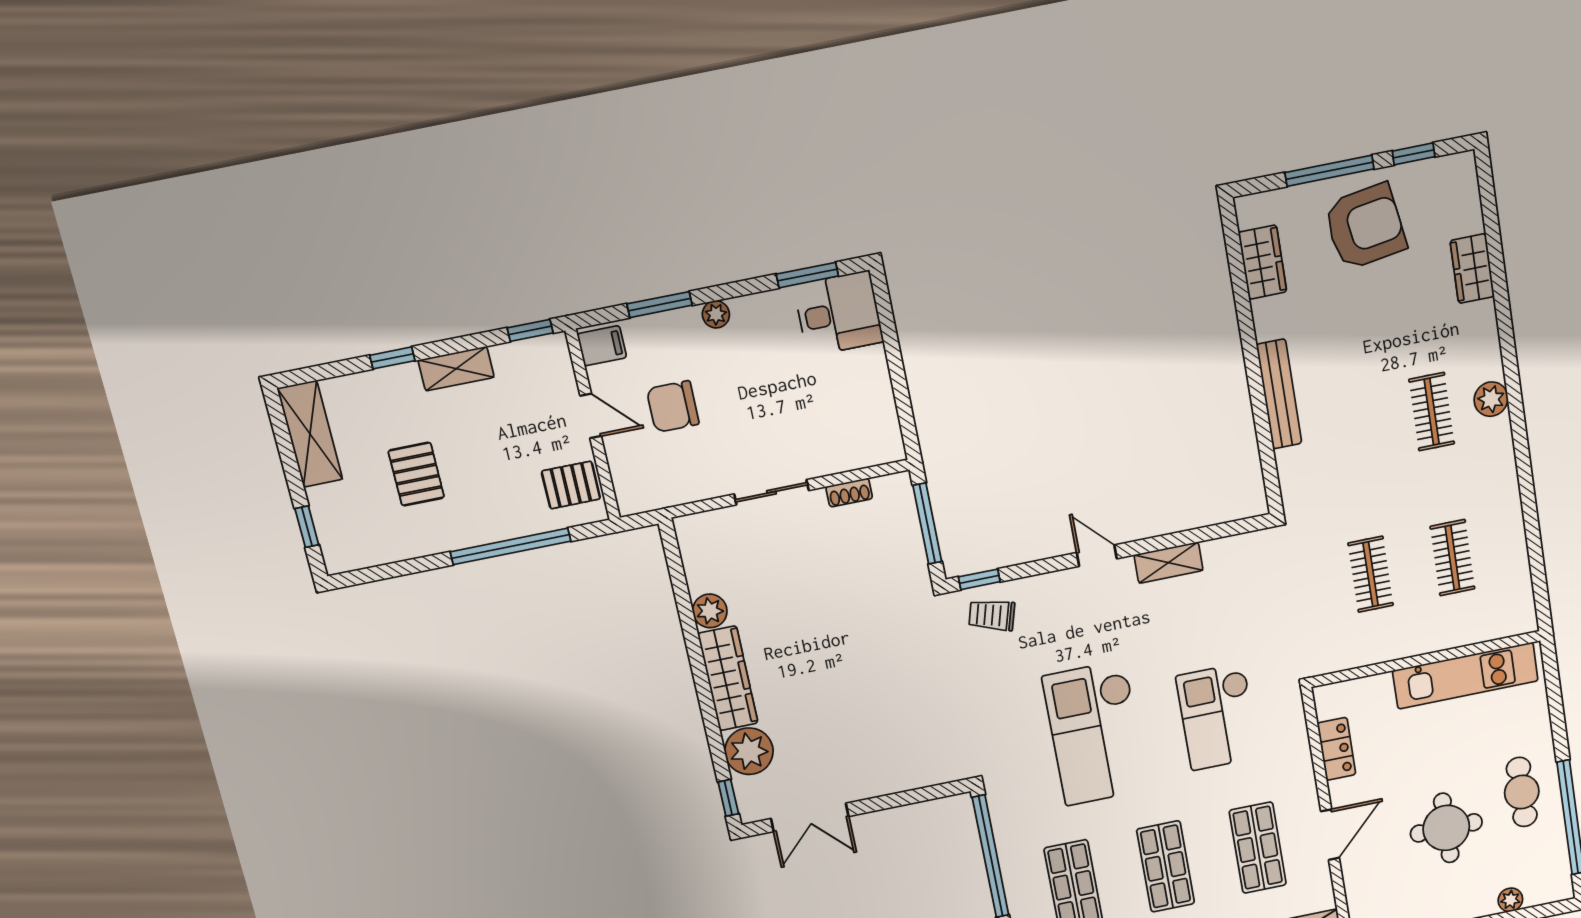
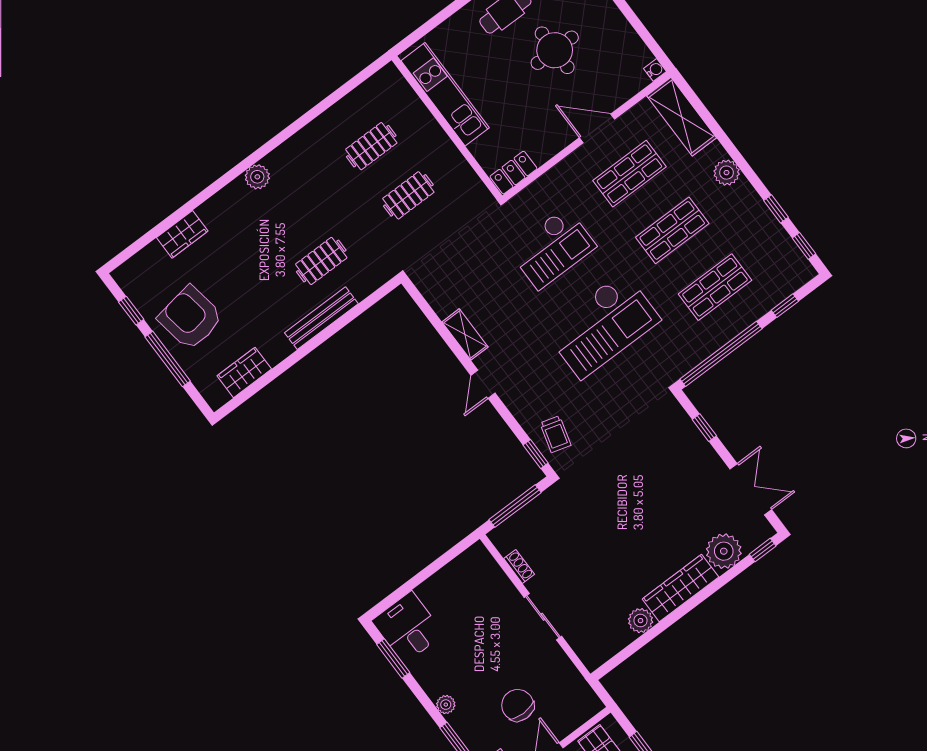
chair: (673, 407) -> (518, 705), turned 180
clothes rail: (1432, 412) -> (321, 261), moved
locker: (1337, 749) -> (513, 173), moved
window: (912, 797) -> (704, 428), added

